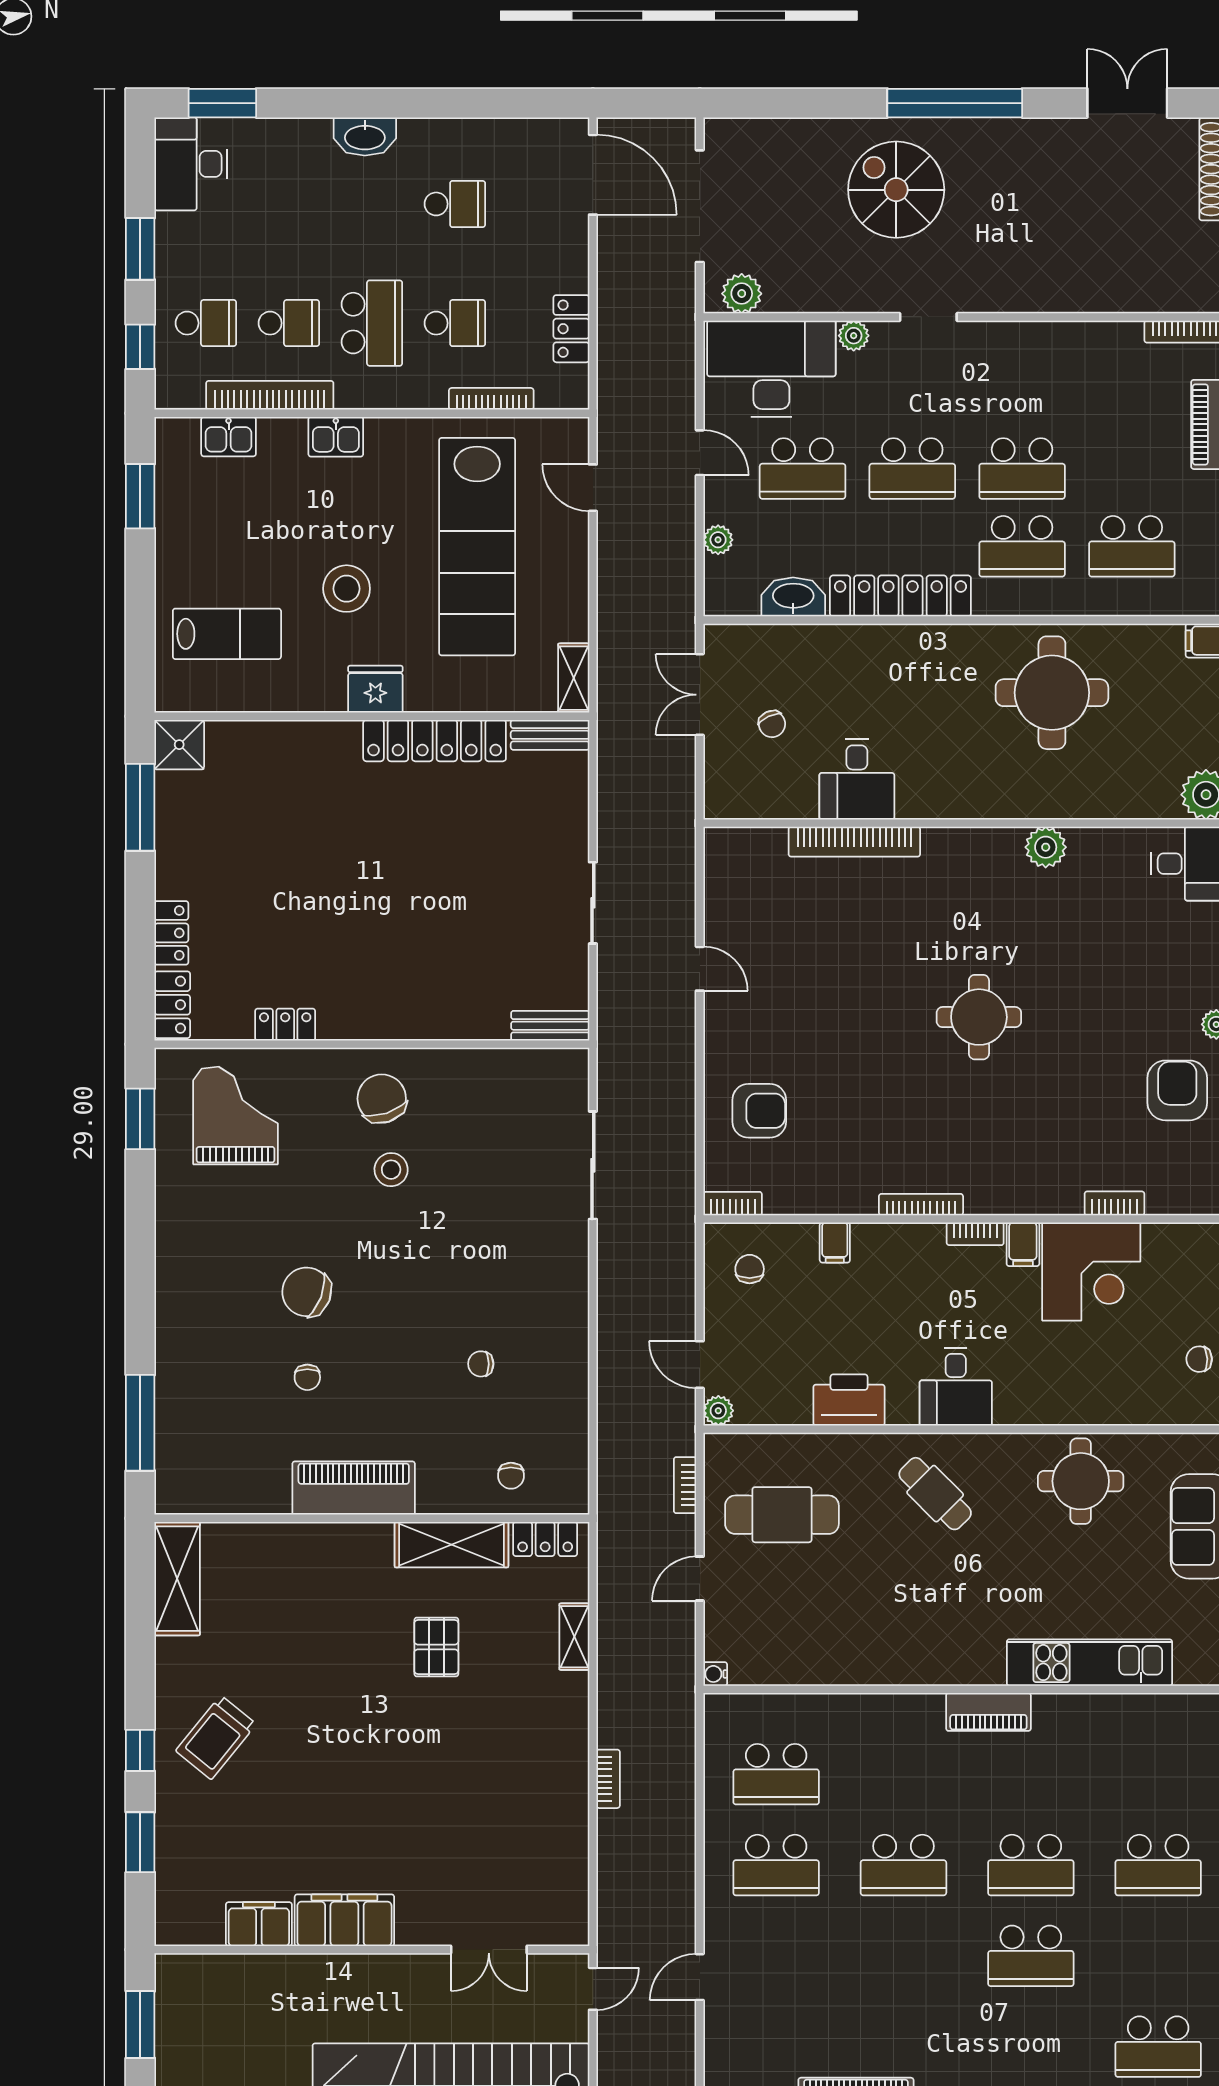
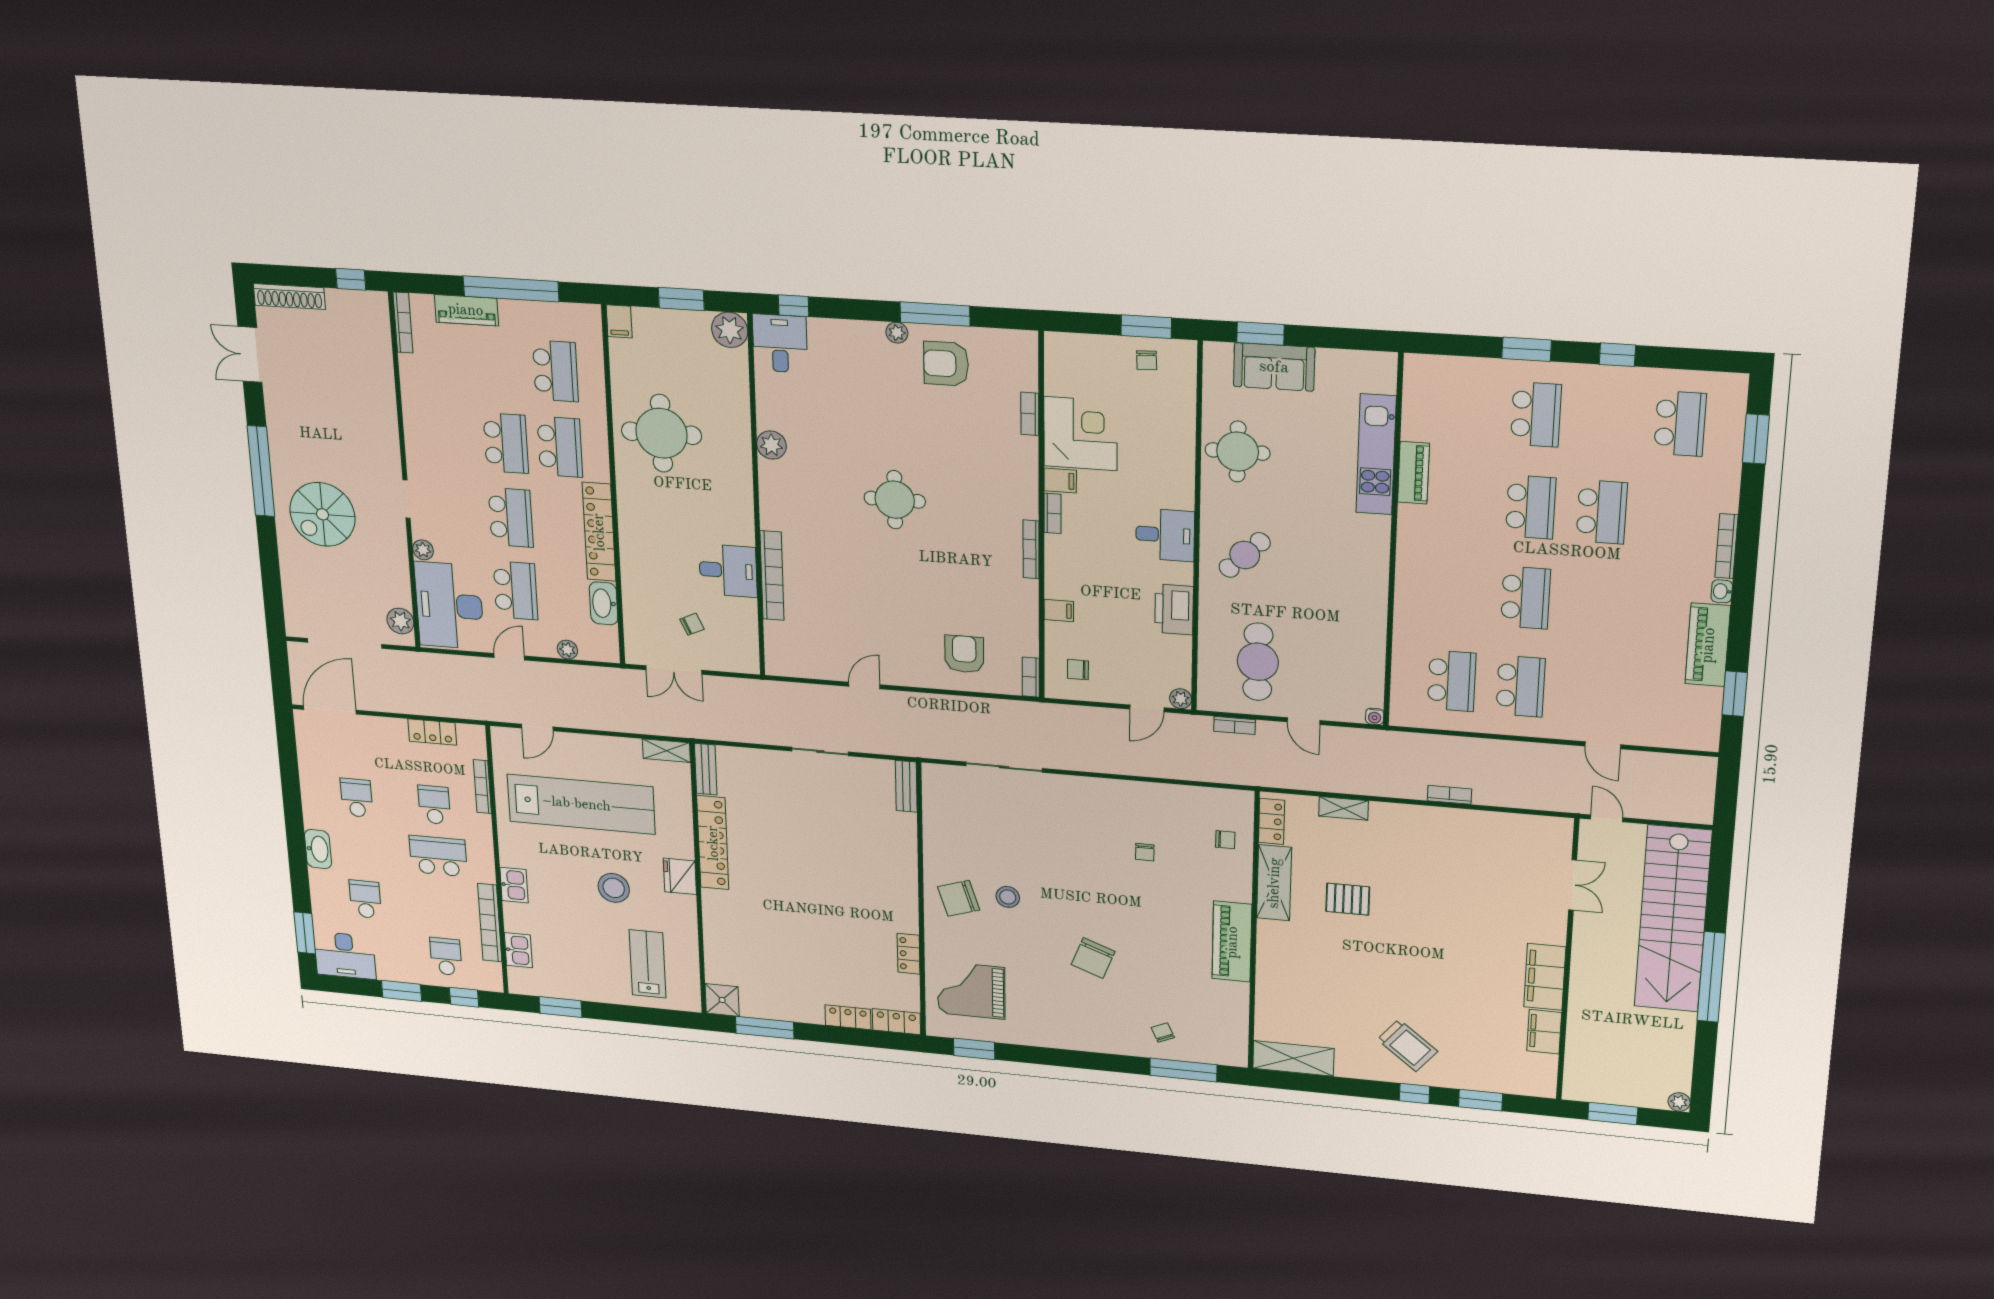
school desk: (289, 323) -> (365, 899), moved
chair: (307, 1377) -> (1163, 1033), moved, turned -114
piano: (988, 1712) -> (1413, 473), moved

